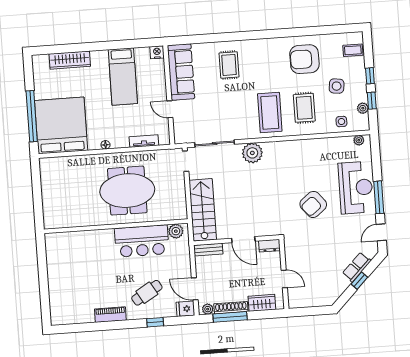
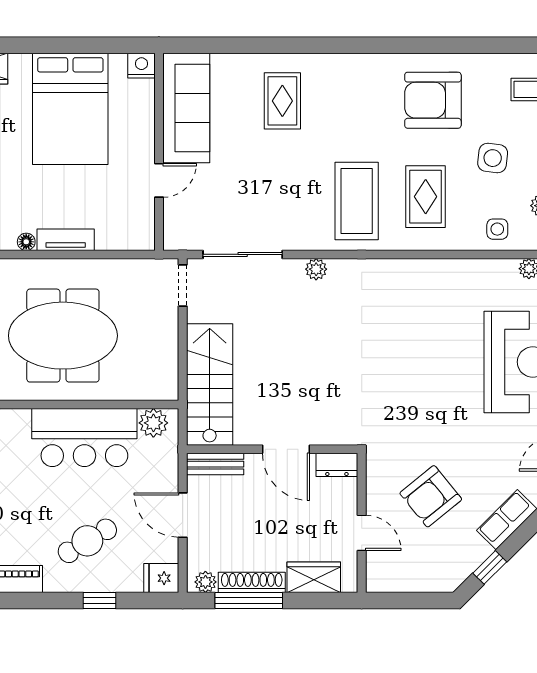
bed: (123, 77) -> (70, 109), width x1.50
door: (170, 109) -> (159, 180), swing flipped
tv unit: (144, 141) -> (66, 240), moved
plant: (252, 153) -> (316, 269), width x0.53, depth x0.53
armchair: (313, 204) -> (431, 496), moved
window: (359, 281) -> (490, 567), moved
door: (195, 289) -> (183, 515), moved

